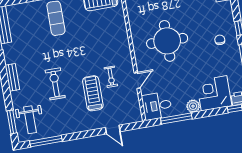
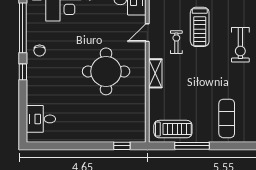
chair: (220, 40) -> (40, 51), moved
shelving: (124, 47) -> (155, 73), added

